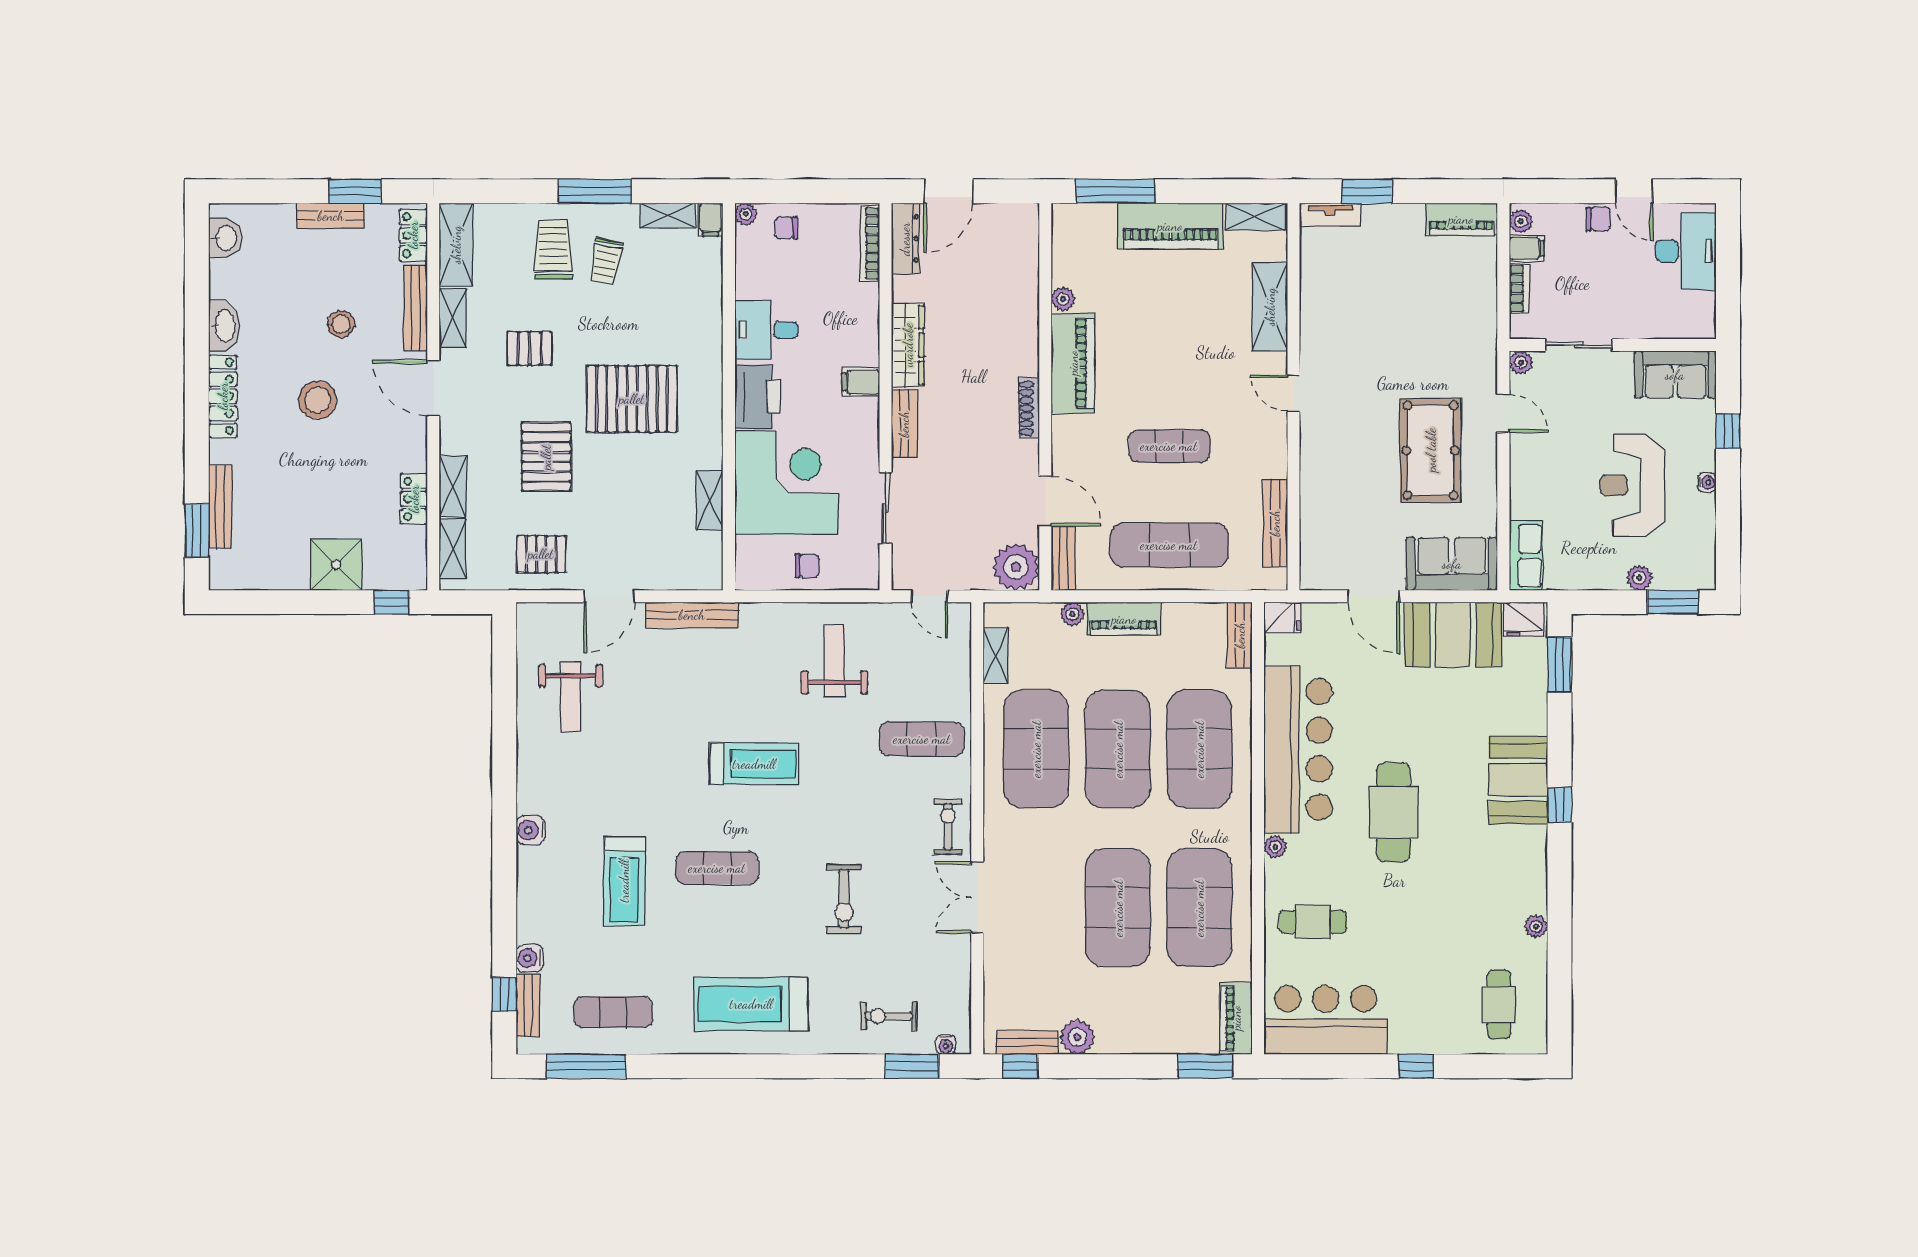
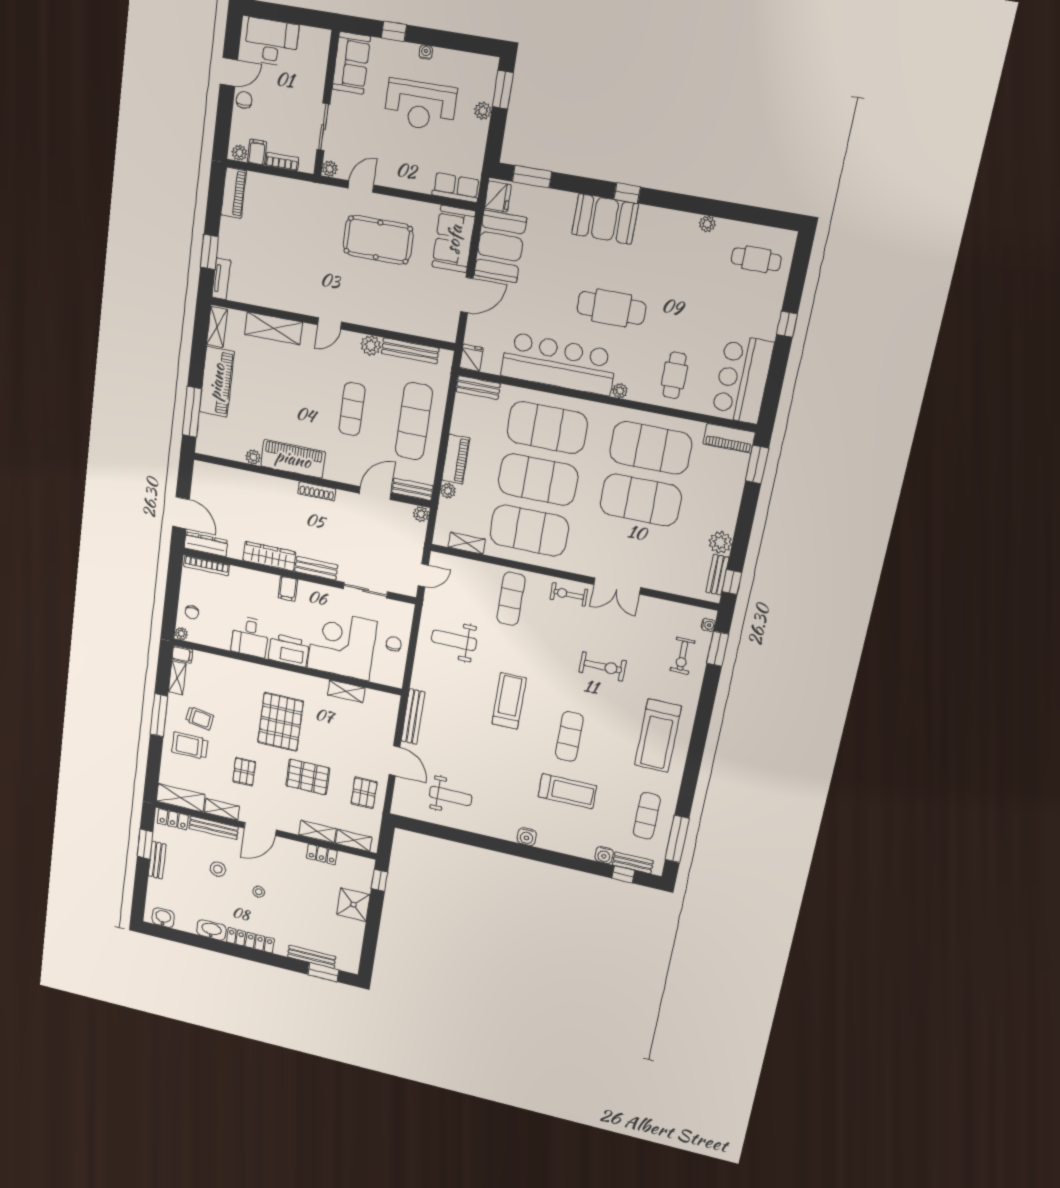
stool: (318, 400) -> (259, 892), width x0.53, depth x0.53
plant: (1272, 462) -> (371, 346), added
plant: (1016, 567) -> (421, 514), width x0.53, depth x0.53

